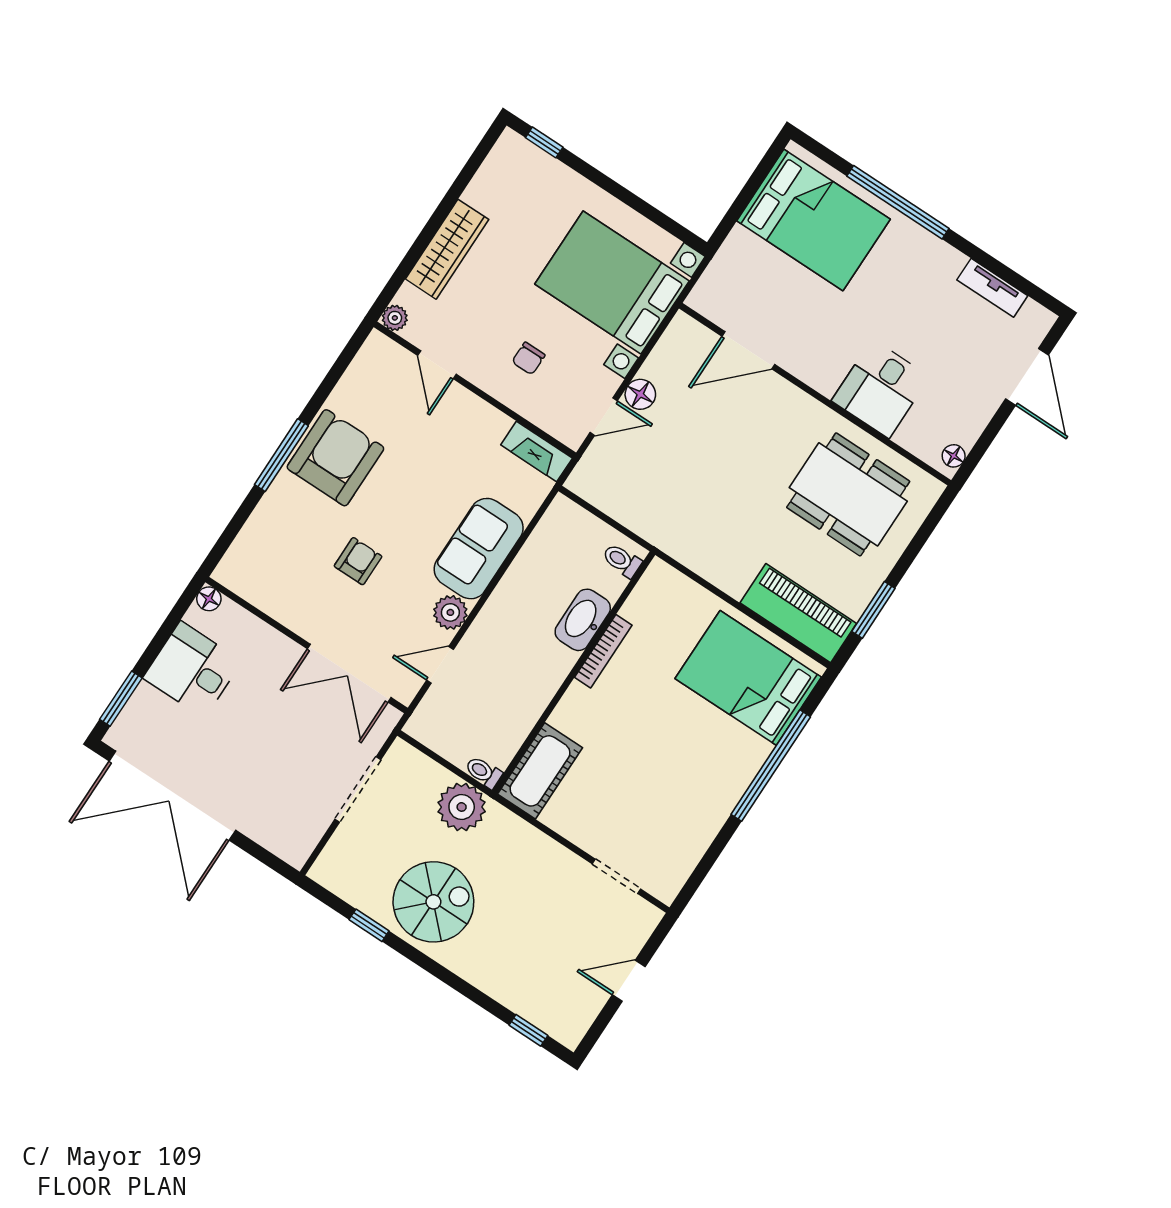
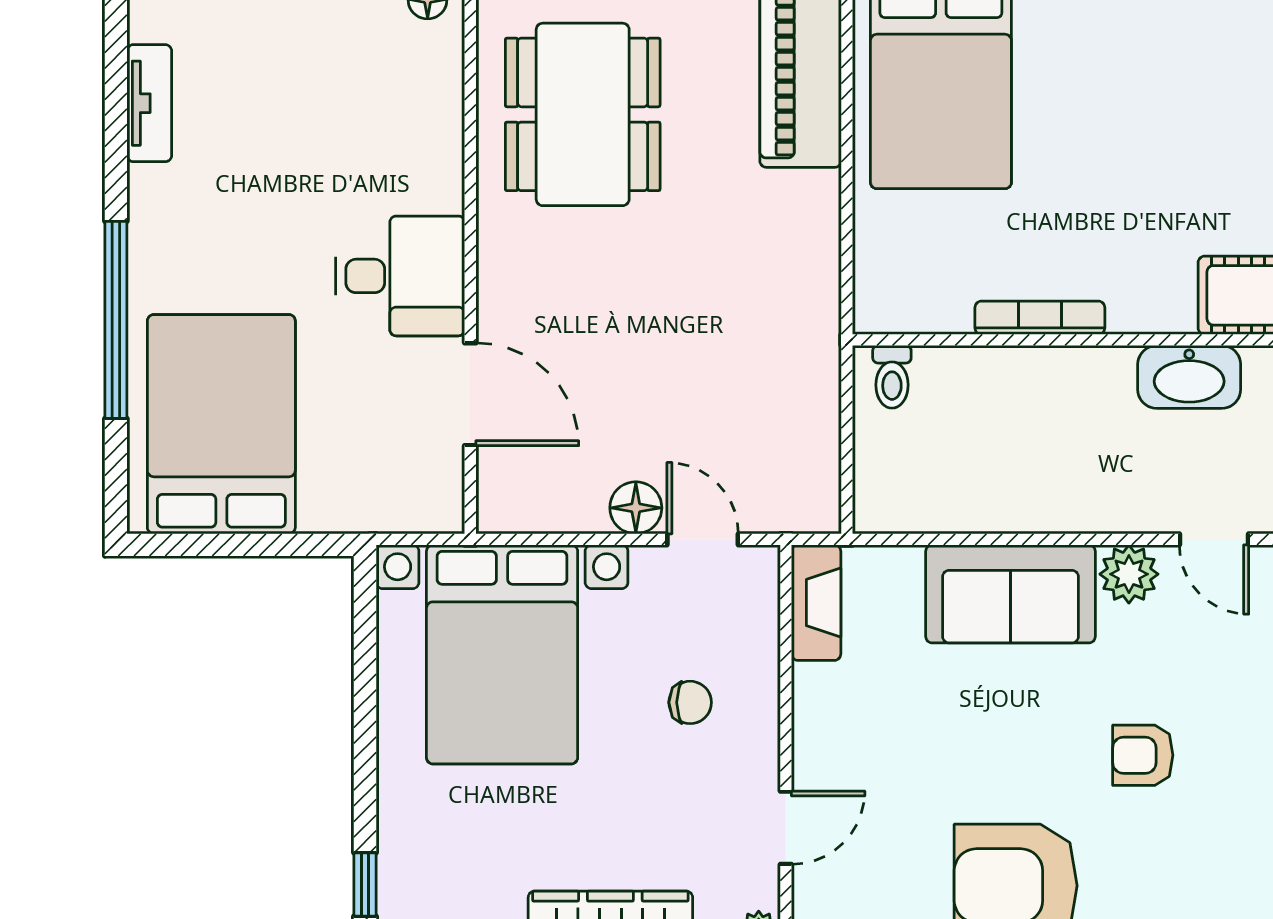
desk: (881, 389) -> (400, 276), moved
washbasin: (583, 620) -> (1189, 377), moved

